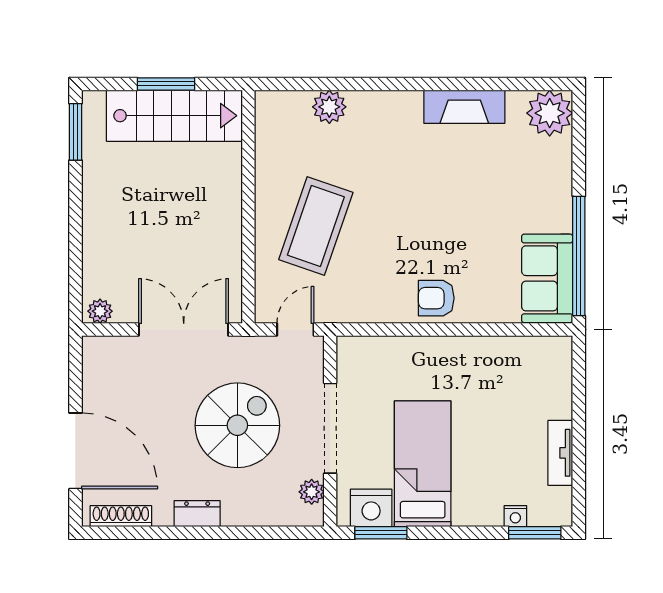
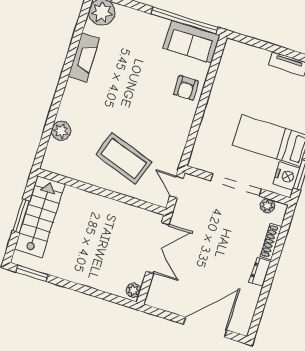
armchair: (436, 298) -> (186, 88), moved
double door: (184, 330) -> (158, 248), swing flipped
spiral stairs: (237, 425) -> (219, 235), removed
shoe rack: (121, 516) -> (271, 242), moved

